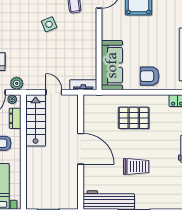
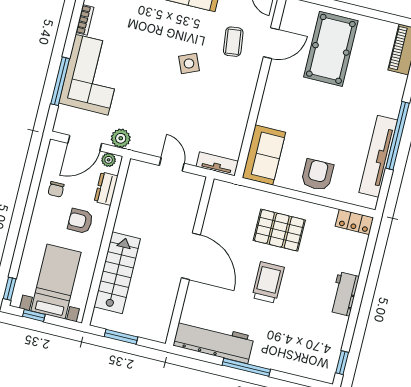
sofa: (112, 65) -> (264, 155), width x0.73
armchair: (150, 76) -> (317, 175), turned 90
stairs: (36, 120) -> (117, 273), moved
trolley: (136, 167) -> (268, 282), moved, turned -90

